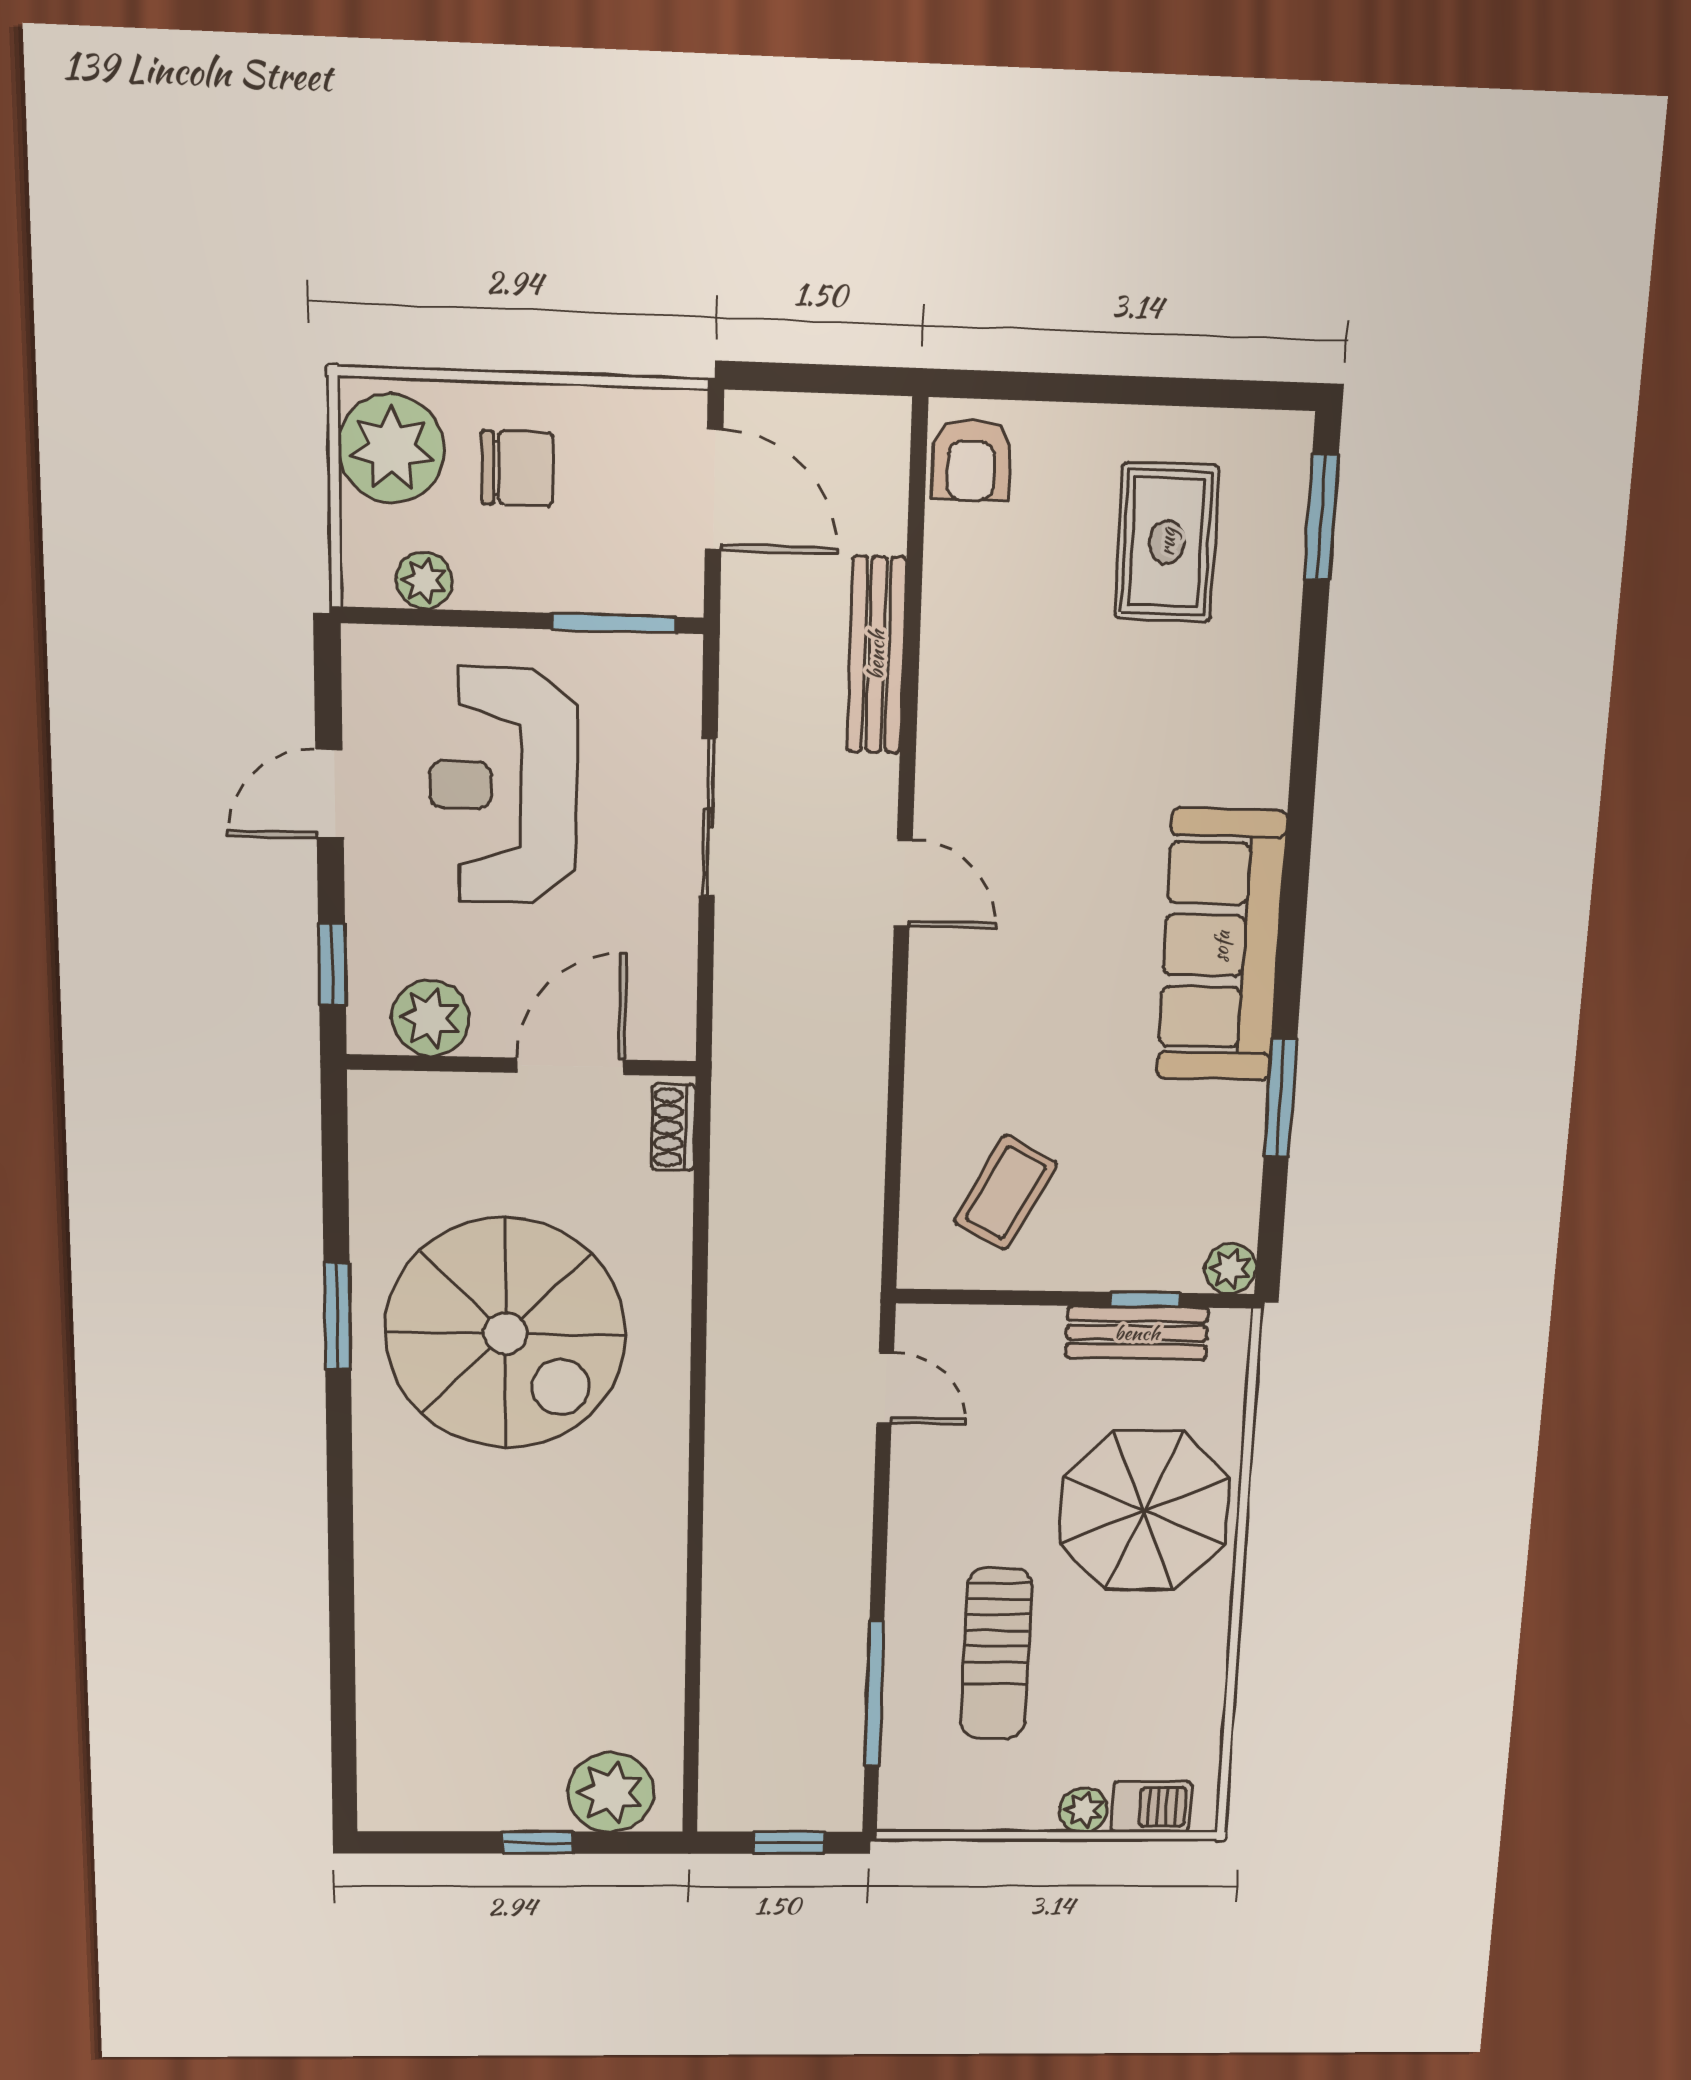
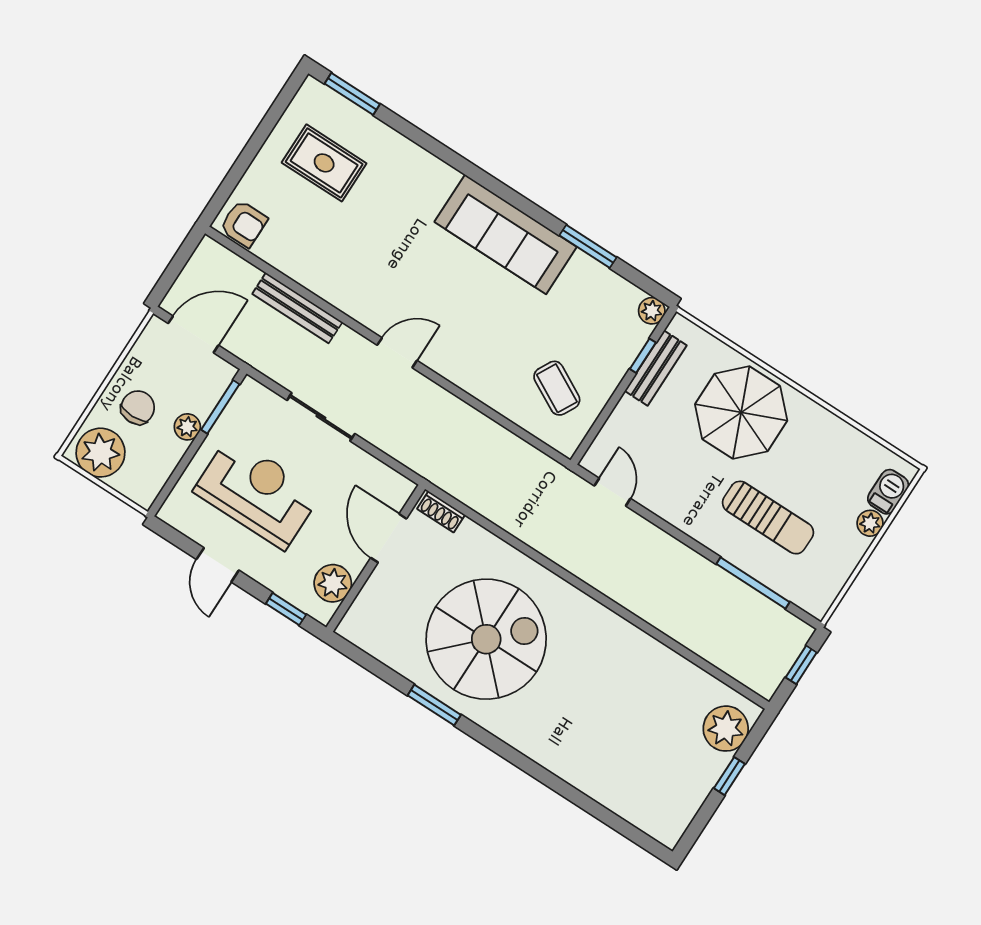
plant: (424, 581) -> (187, 427), moved
reception desk: (503, 786) -> (257, 492), turned 180
door: (885, 1388) -> (612, 492), hinge flipped

